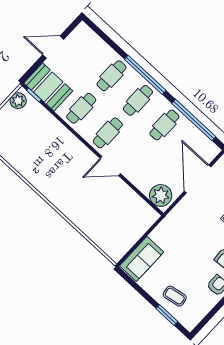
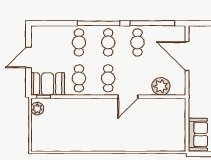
plant: (161, 195) -> (161, 86), moved

